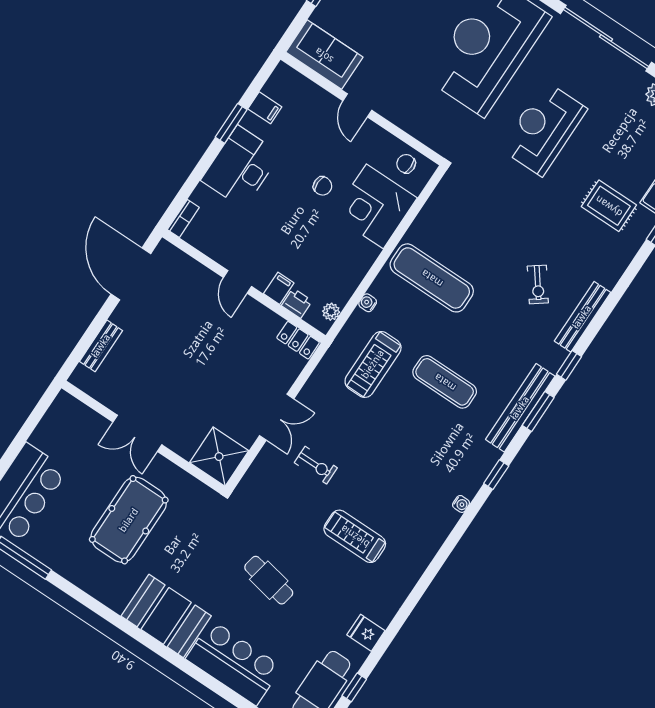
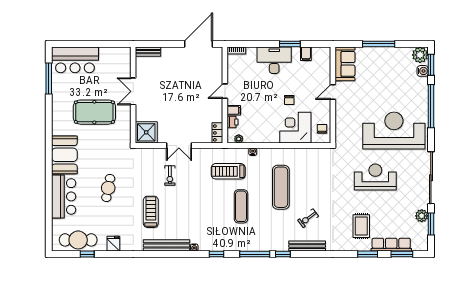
exercise mat: (432, 278) -> (281, 187), moved
bench: (101, 346) -> (148, 52), moved
bench: (520, 408) -> (167, 245), moved
window: (538, 412) -> (255, 254), width x1.44

